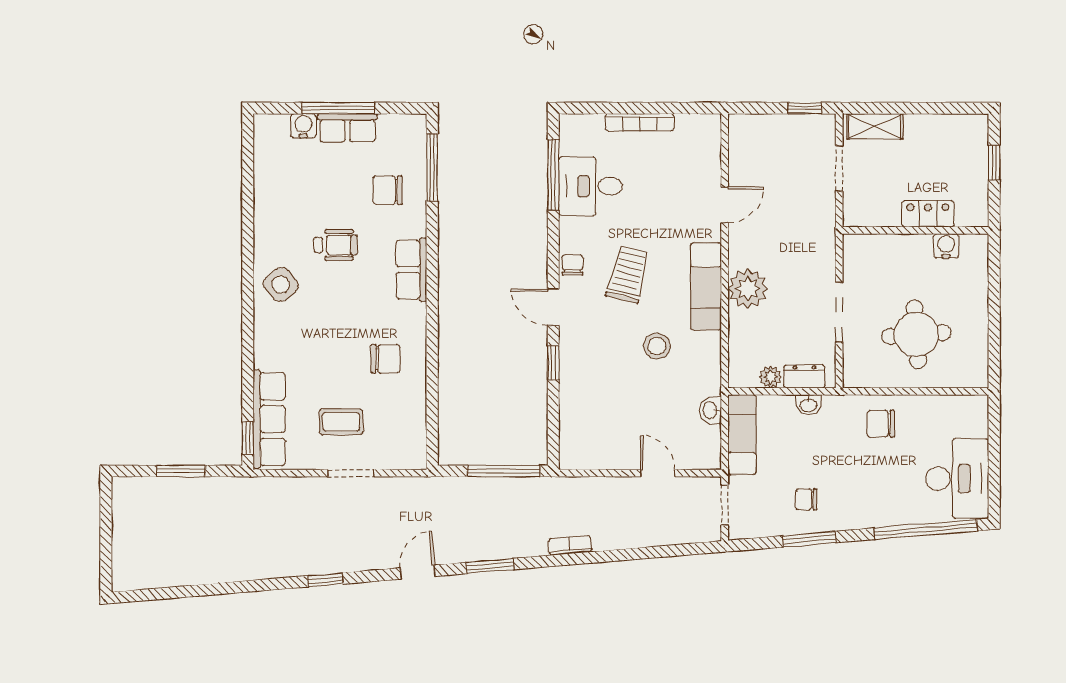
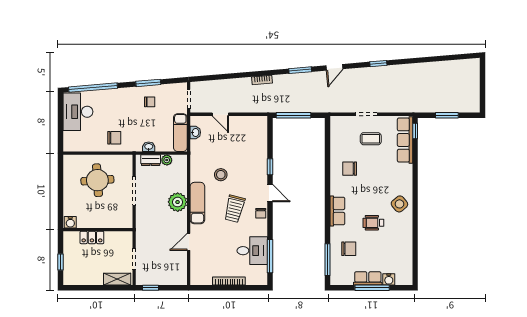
water cooler: (946, 246) -> (70, 222), moved
washbasin: (710, 410) -> (195, 132), moved

